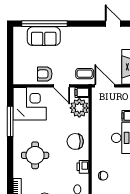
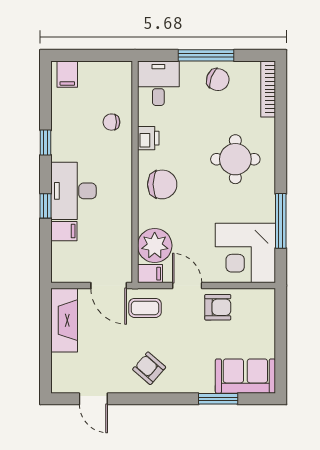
window: (45, 24) -> (218, 399), width x0.47
sofa: (44, 36) -> (245, 376), moved
armchair: (82, 41) -> (149, 368), added

